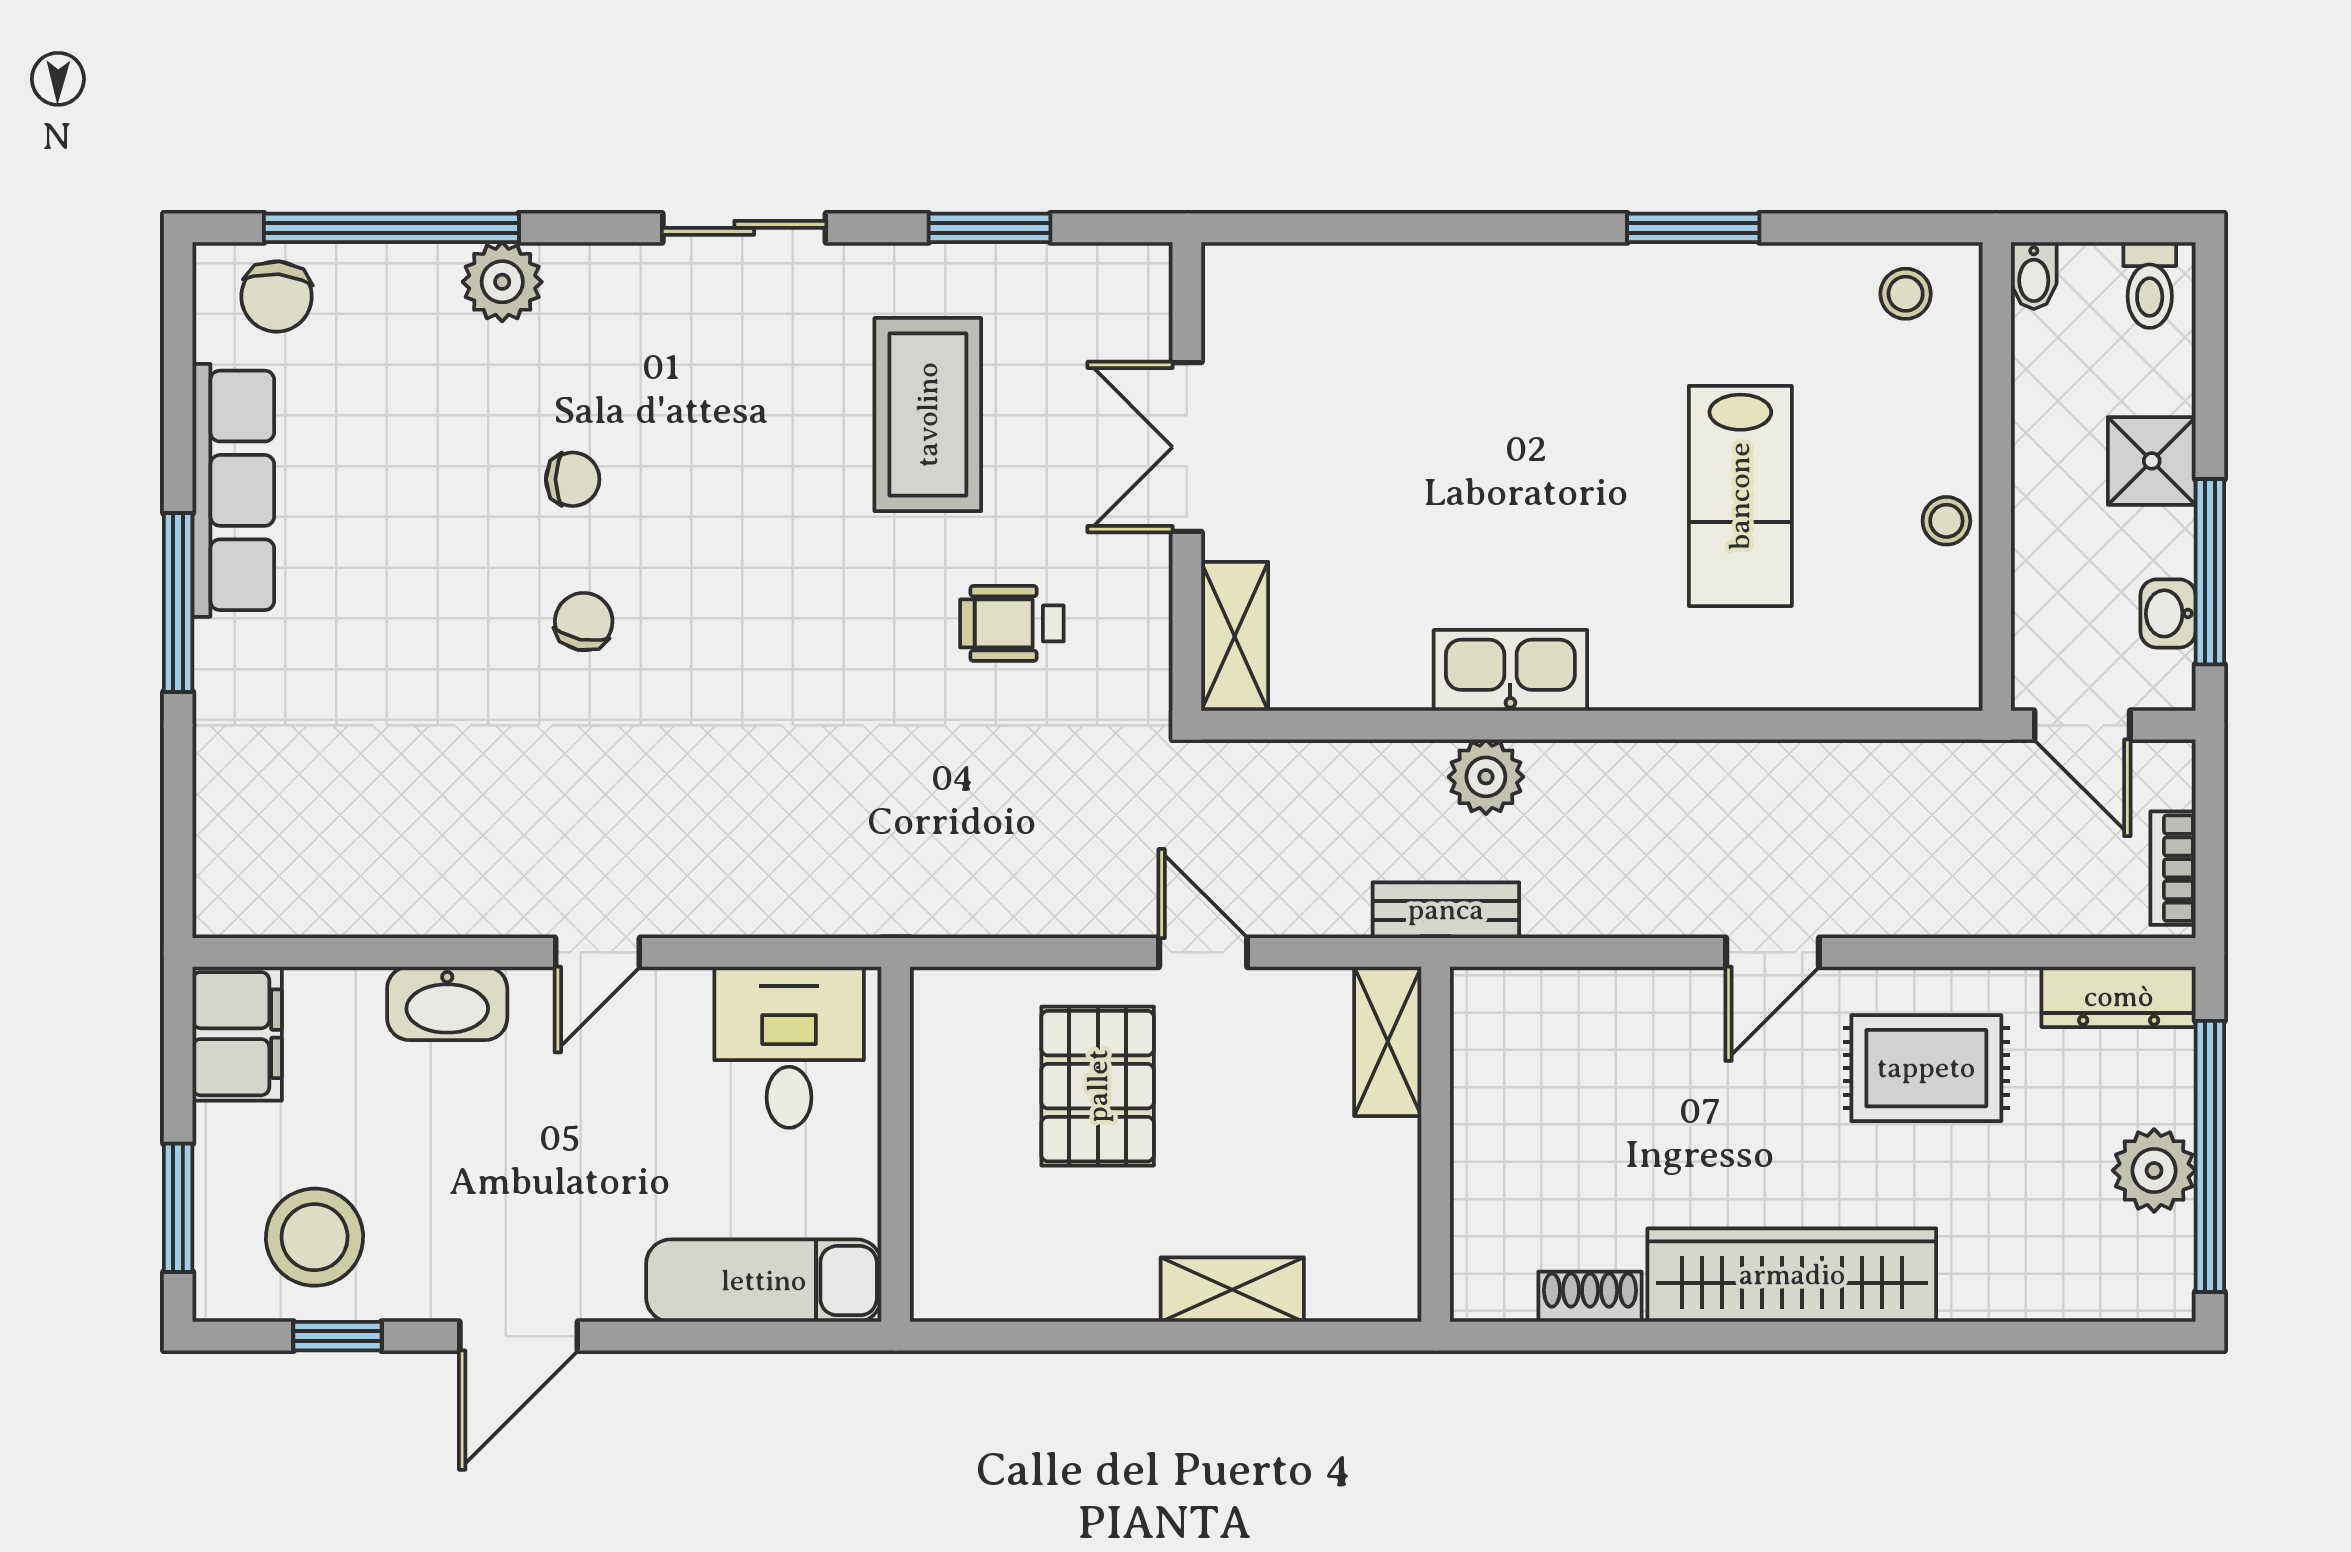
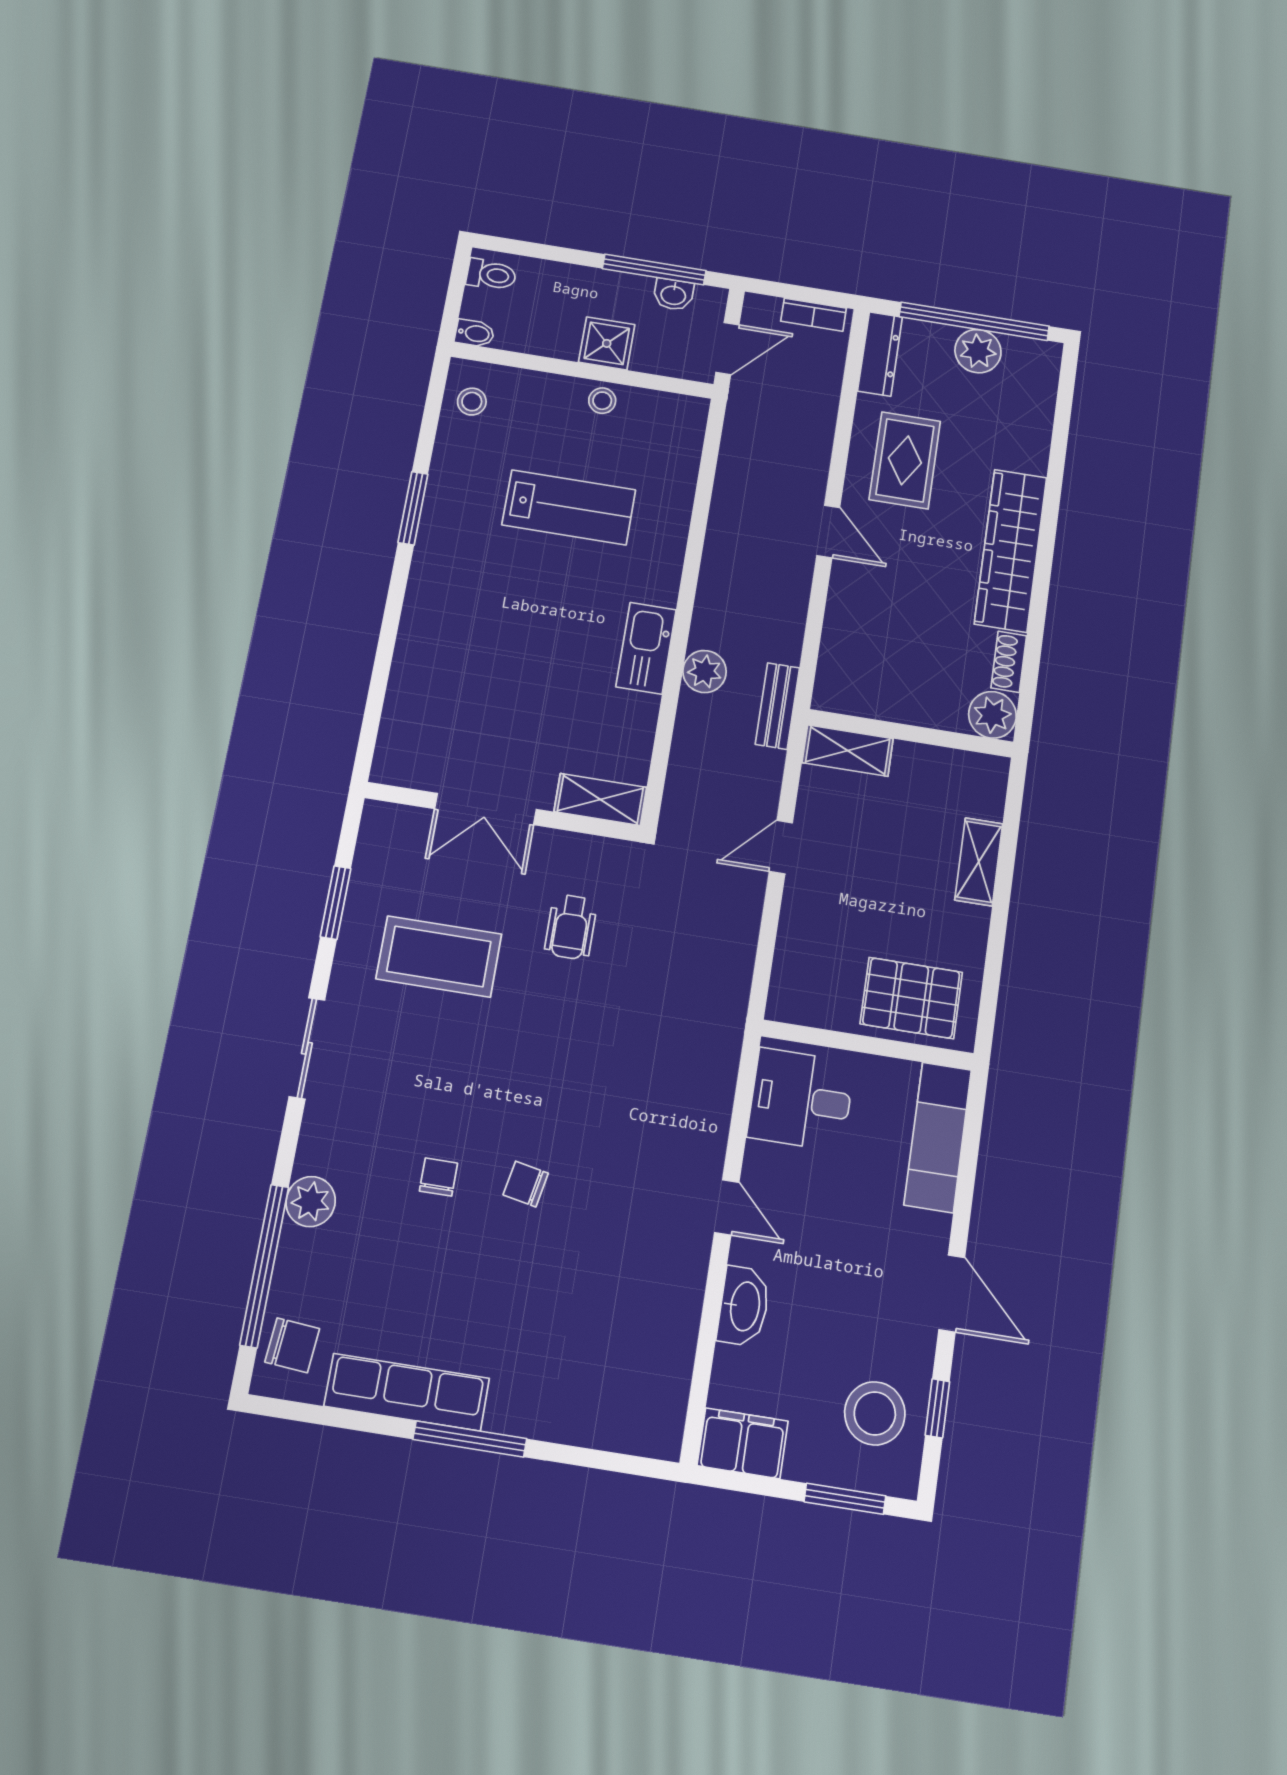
shower: (2152, 461) -> (607, 343), moved
pallet: (1098, 1086) -> (911, 998), moved
plant: (1491, 1280) -> (992, 715), added

